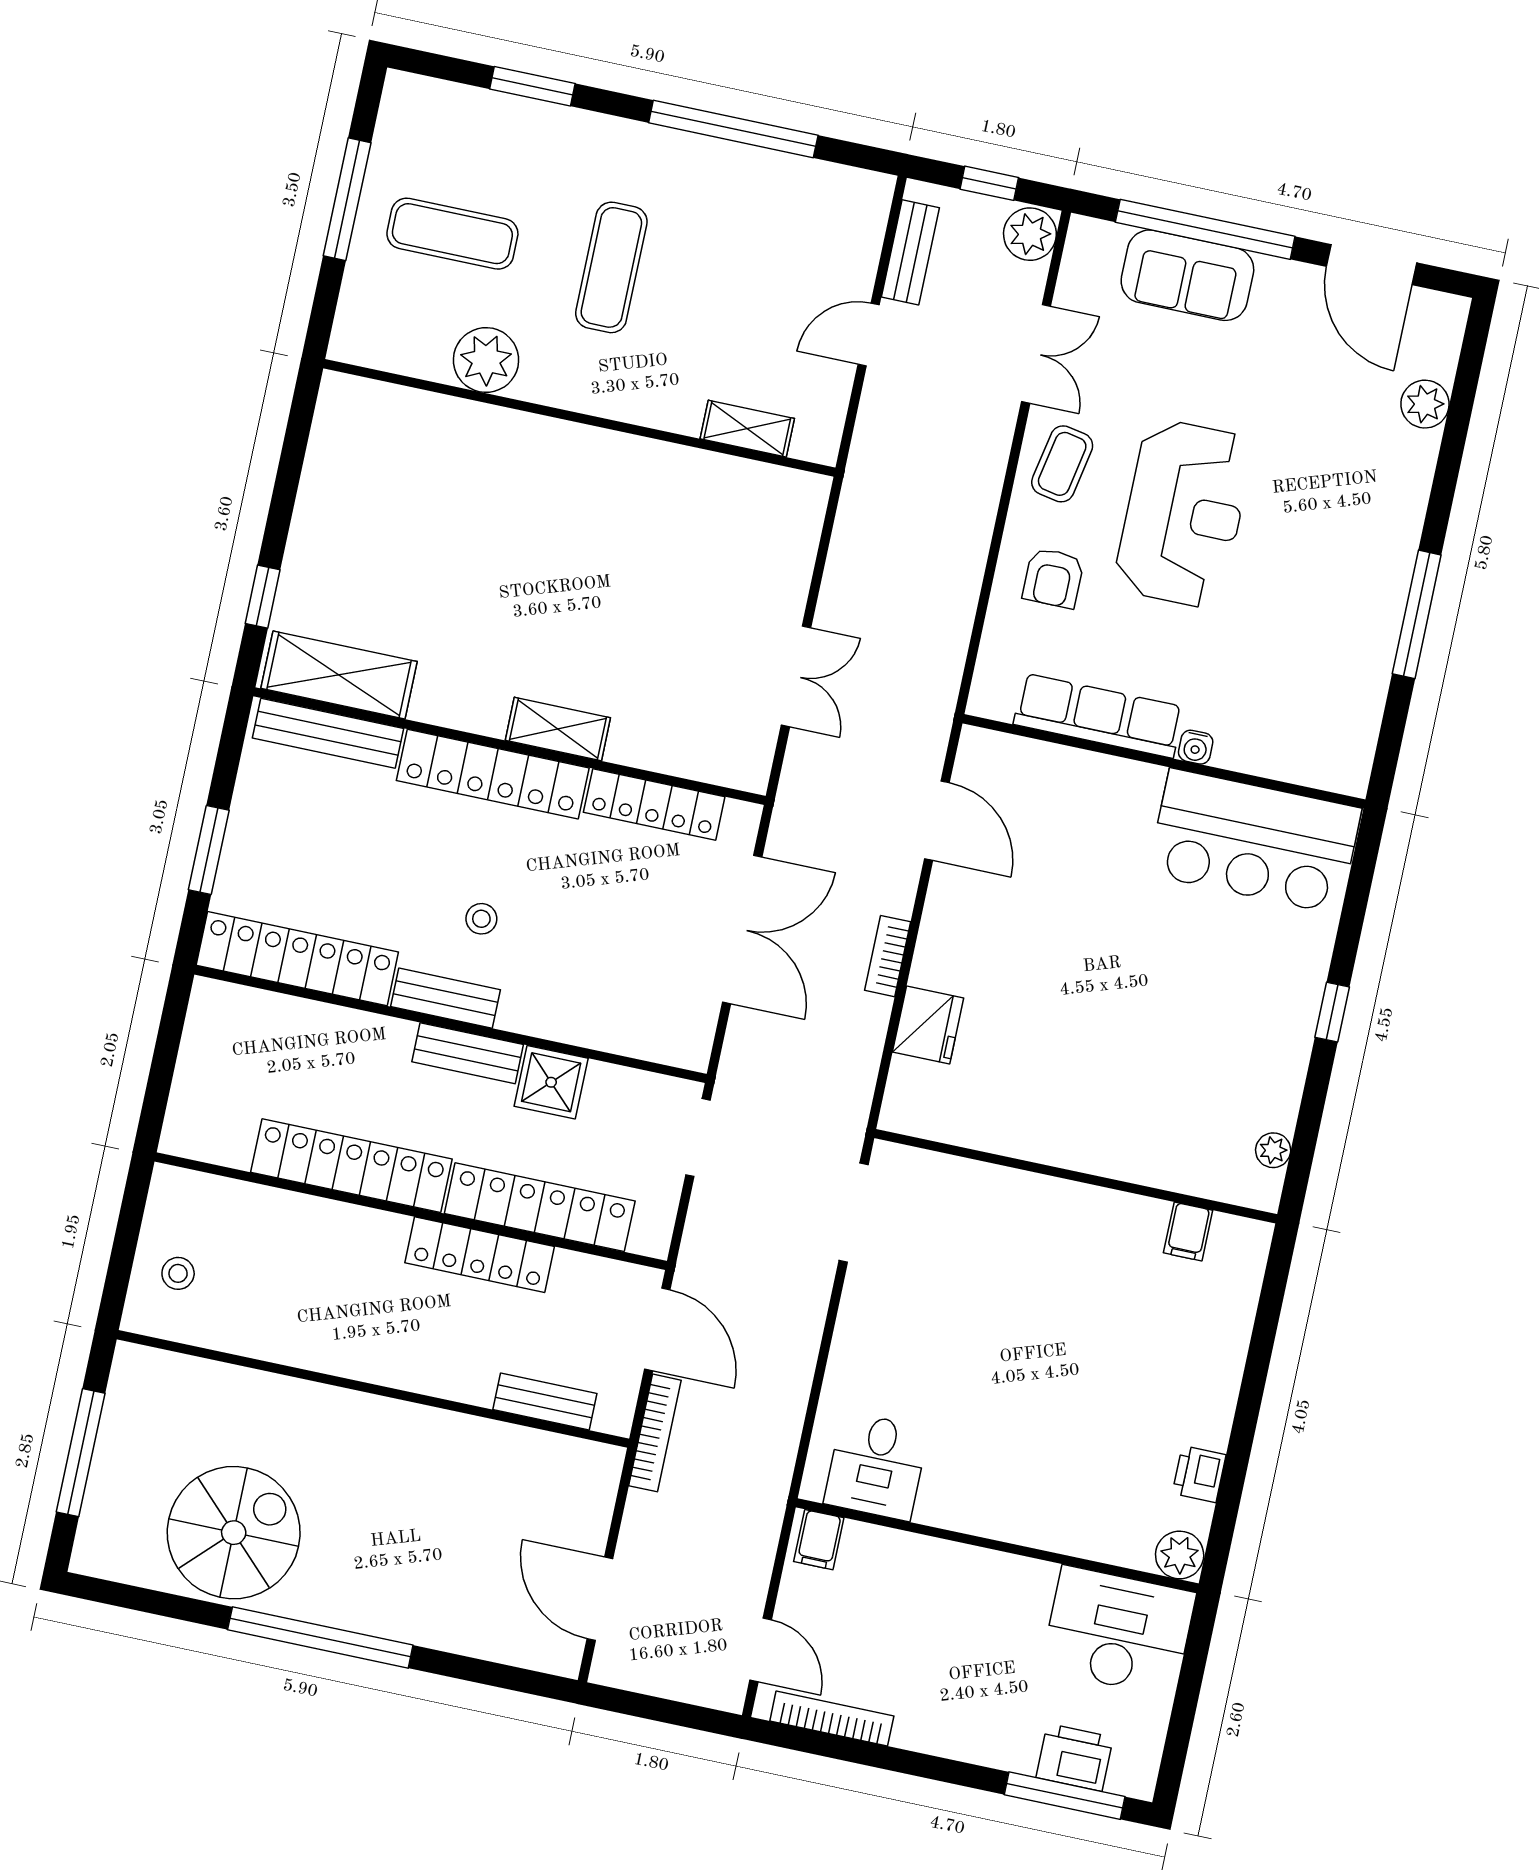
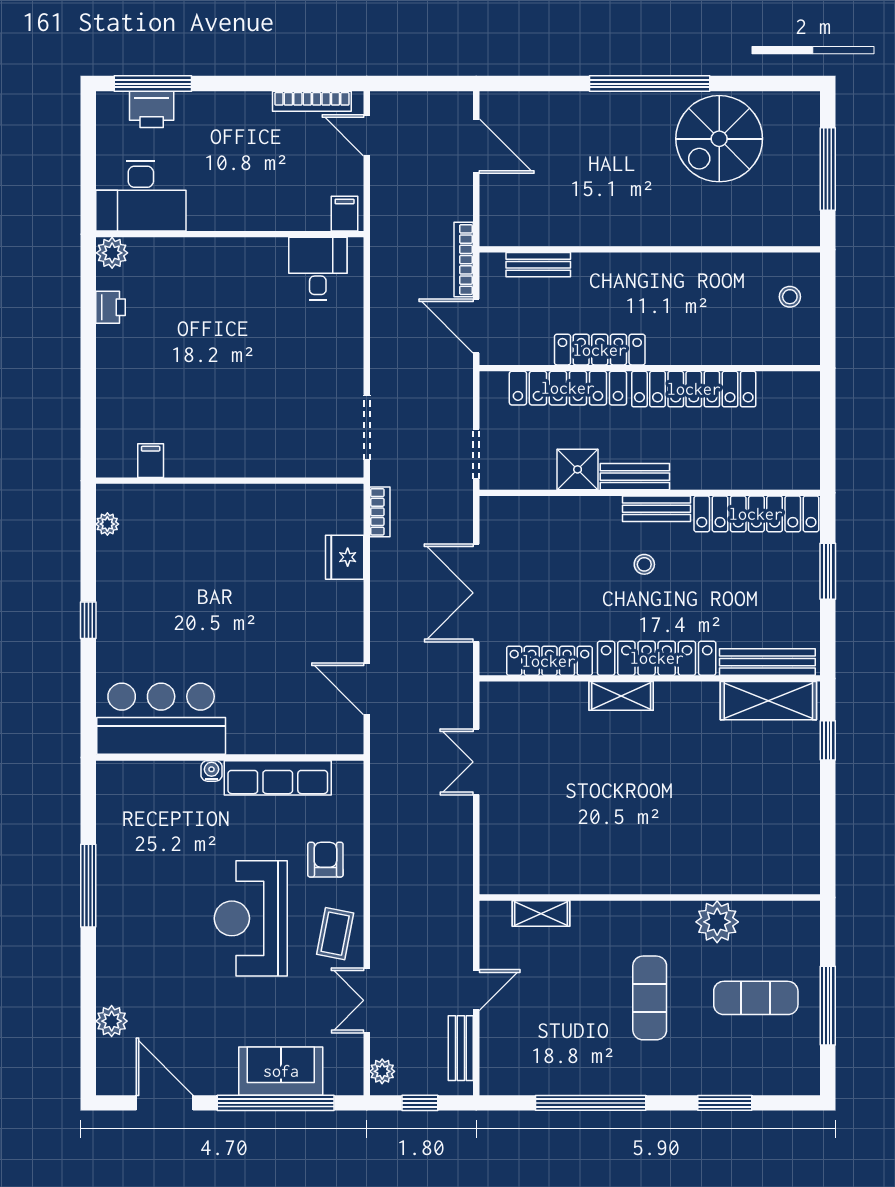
plant: (1030, 234) -> (382, 1071), width x0.73, depth x0.73
bookcase: (888, 956) -> (380, 512), moved

